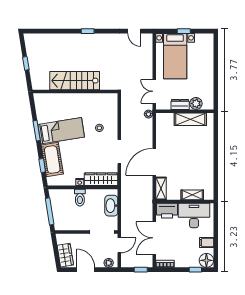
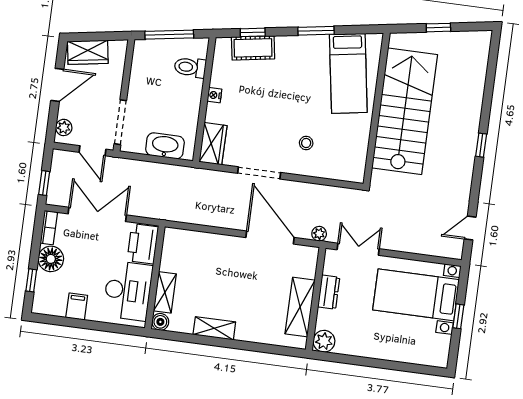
stairs: (75, 81) -> (405, 111), width x1.36, depth x1.51
plant: (196, 103) -> (324, 341), moved
bed: (61, 131) -> (348, 73), moved
cot: (52, 160) -> (253, 48), width x0.73, depth x0.75
door: (154, 162) -> (270, 237), moved
wardrobe: (101, 179) -> (213, 144), width x0.67
shelving: (161, 189) -> (214, 328), moved
boiler: (209, 195) -> (160, 322), added
toilet: (80, 198) -> (190, 67), moved
floor lamp: (206, 260) -> (51, 259), moved

